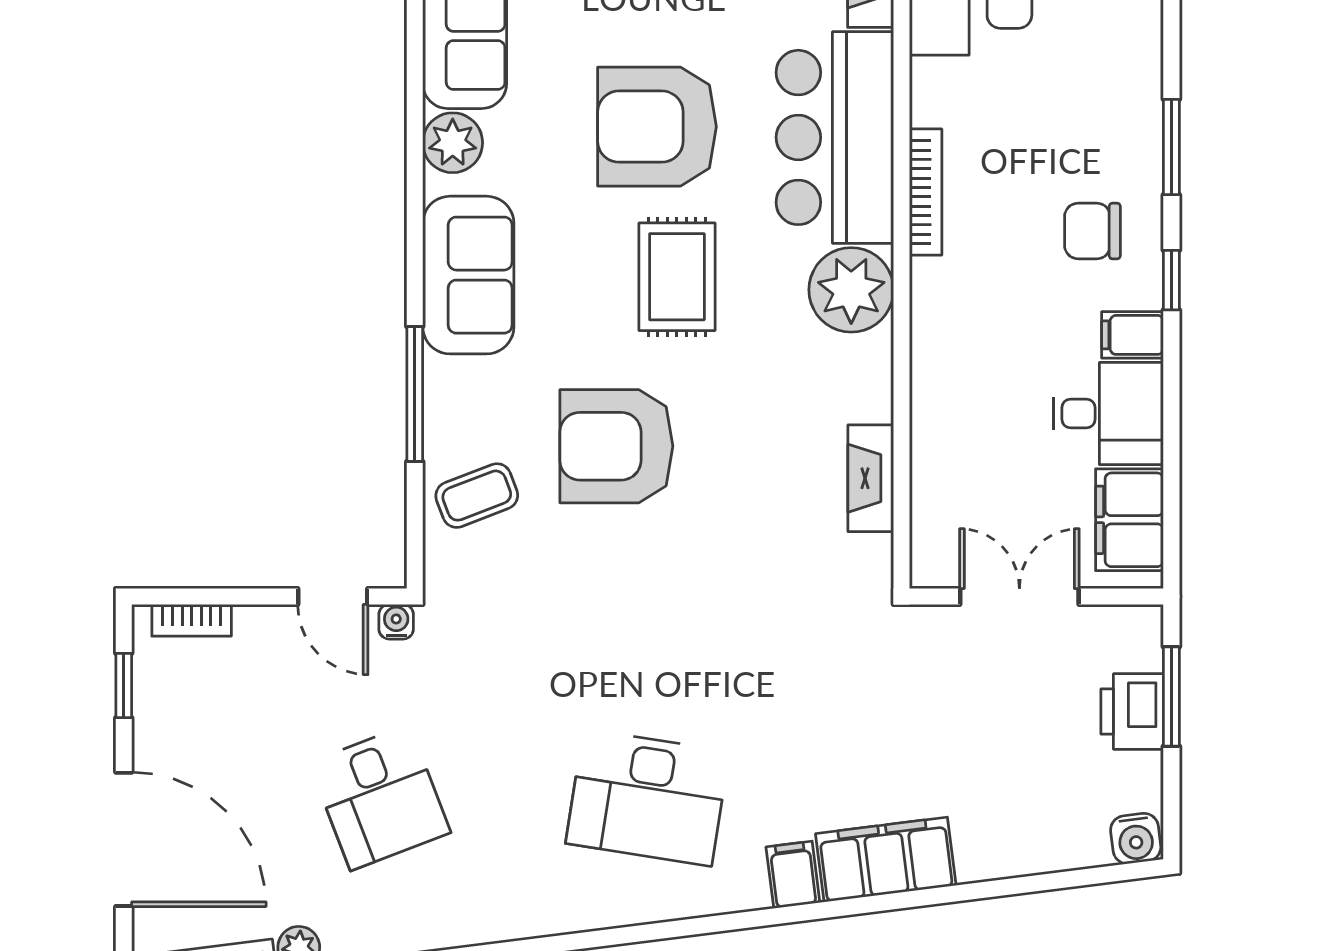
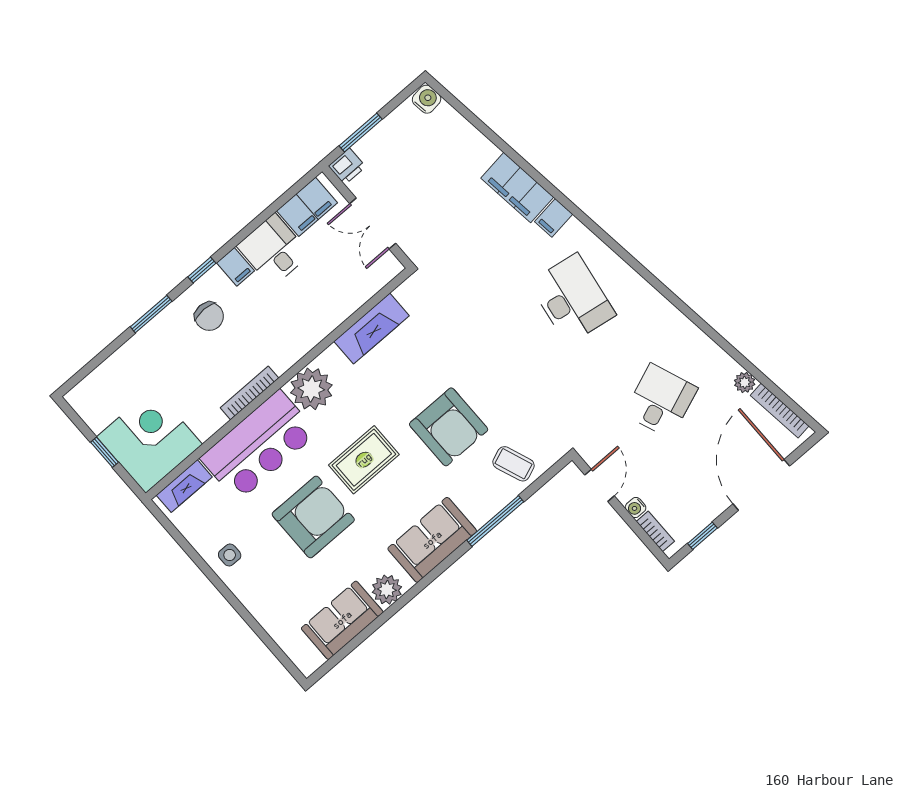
armchair: (657, 127) -> (313, 517), turned -90
fireplace: (871, 478) -> (372, 329), width x1.37, depth x1.32
water cooler: (396, 622) -> (636, 507), moved
printer: (1132, 712) -> (347, 166), moved, width x0.73, depth x0.81

